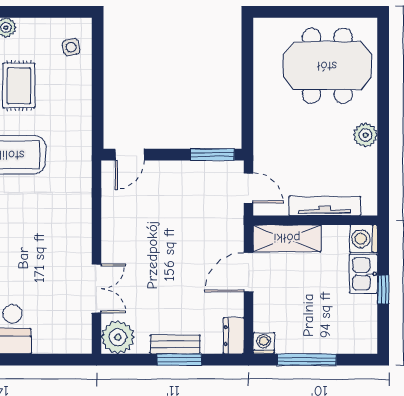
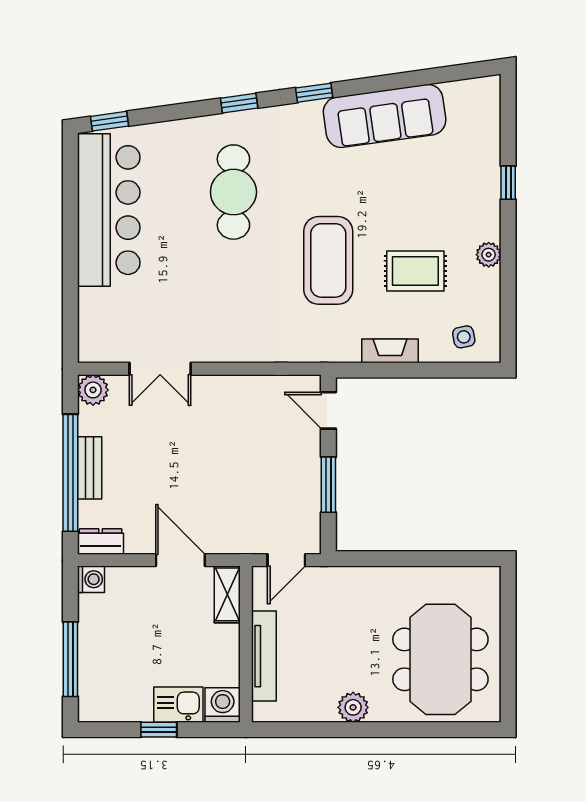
fireplace: (82, 106) -> (390, 351), added
window: (212, 155) -> (328, 485), moved
shelving: (287, 238) -> (227, 594), width x0.67, depth x0.75
plant: (118, 337) -> (93, 390), width x0.73, depth x0.73
window: (179, 360) -> (70, 473), width x2.11
window: (307, 360) -> (70, 659), moved

